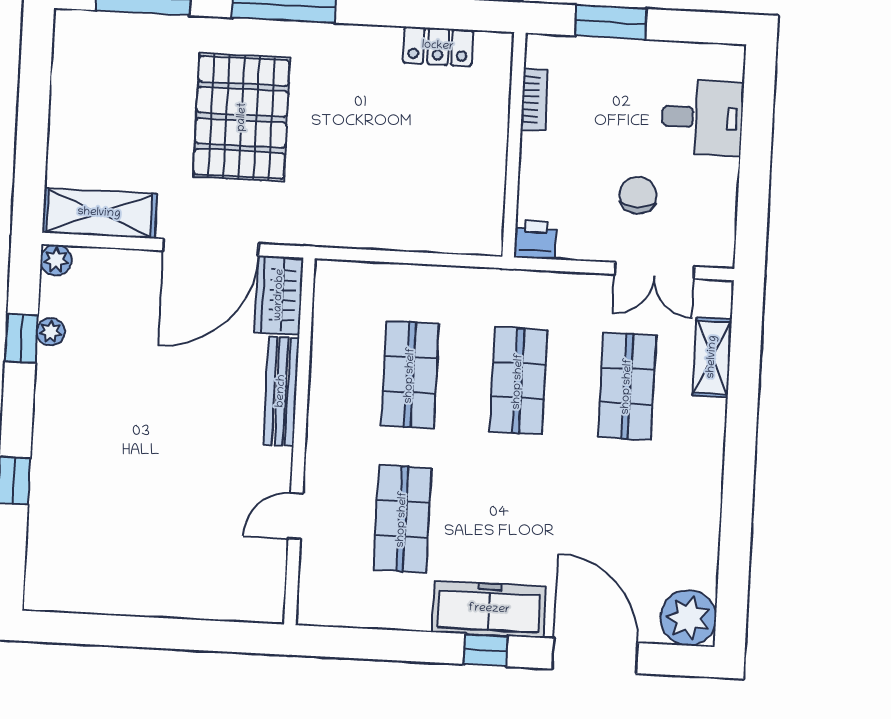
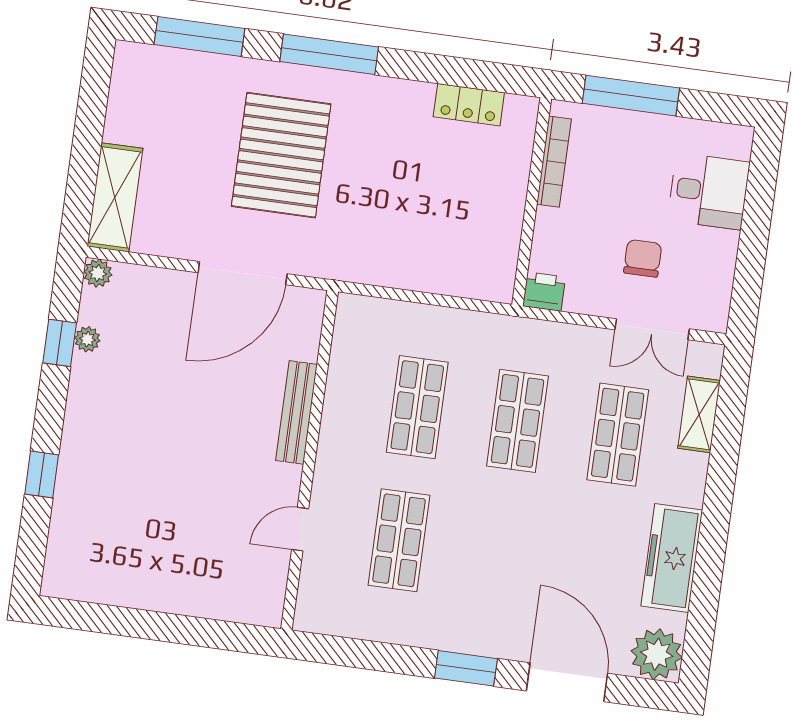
window: (611, 22) -> (631, 96), width x1.44
bookcase: (534, 100) -> (554, 162), width x1.56
shelving: (99, 213) -> (115, 197), moved, turned 90
wardrobe: (279, 295) -> (302, 323), removed
freezer: (489, 609) -> (672, 558), moved, turned -90
window: (486, 650) -> (466, 668), width x1.50

